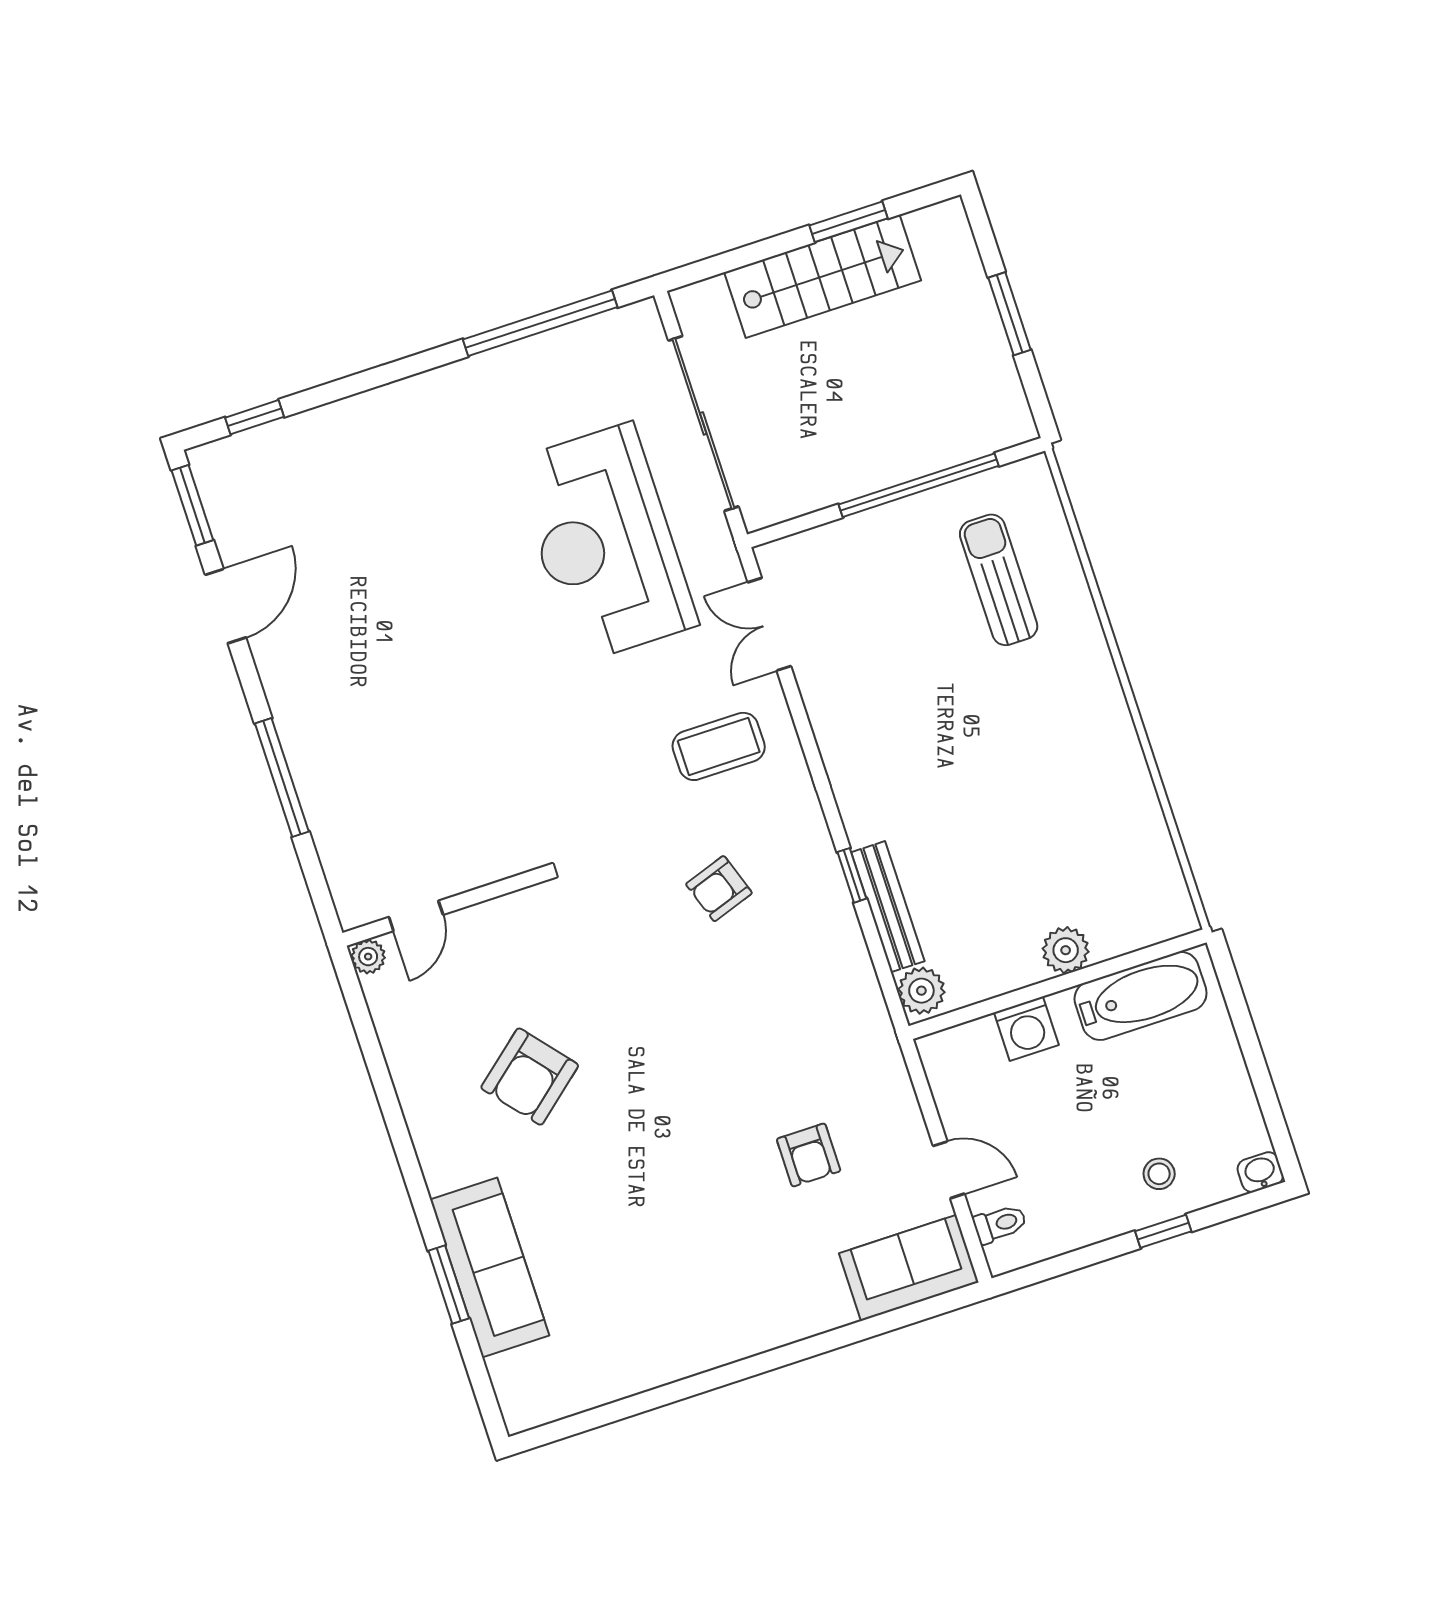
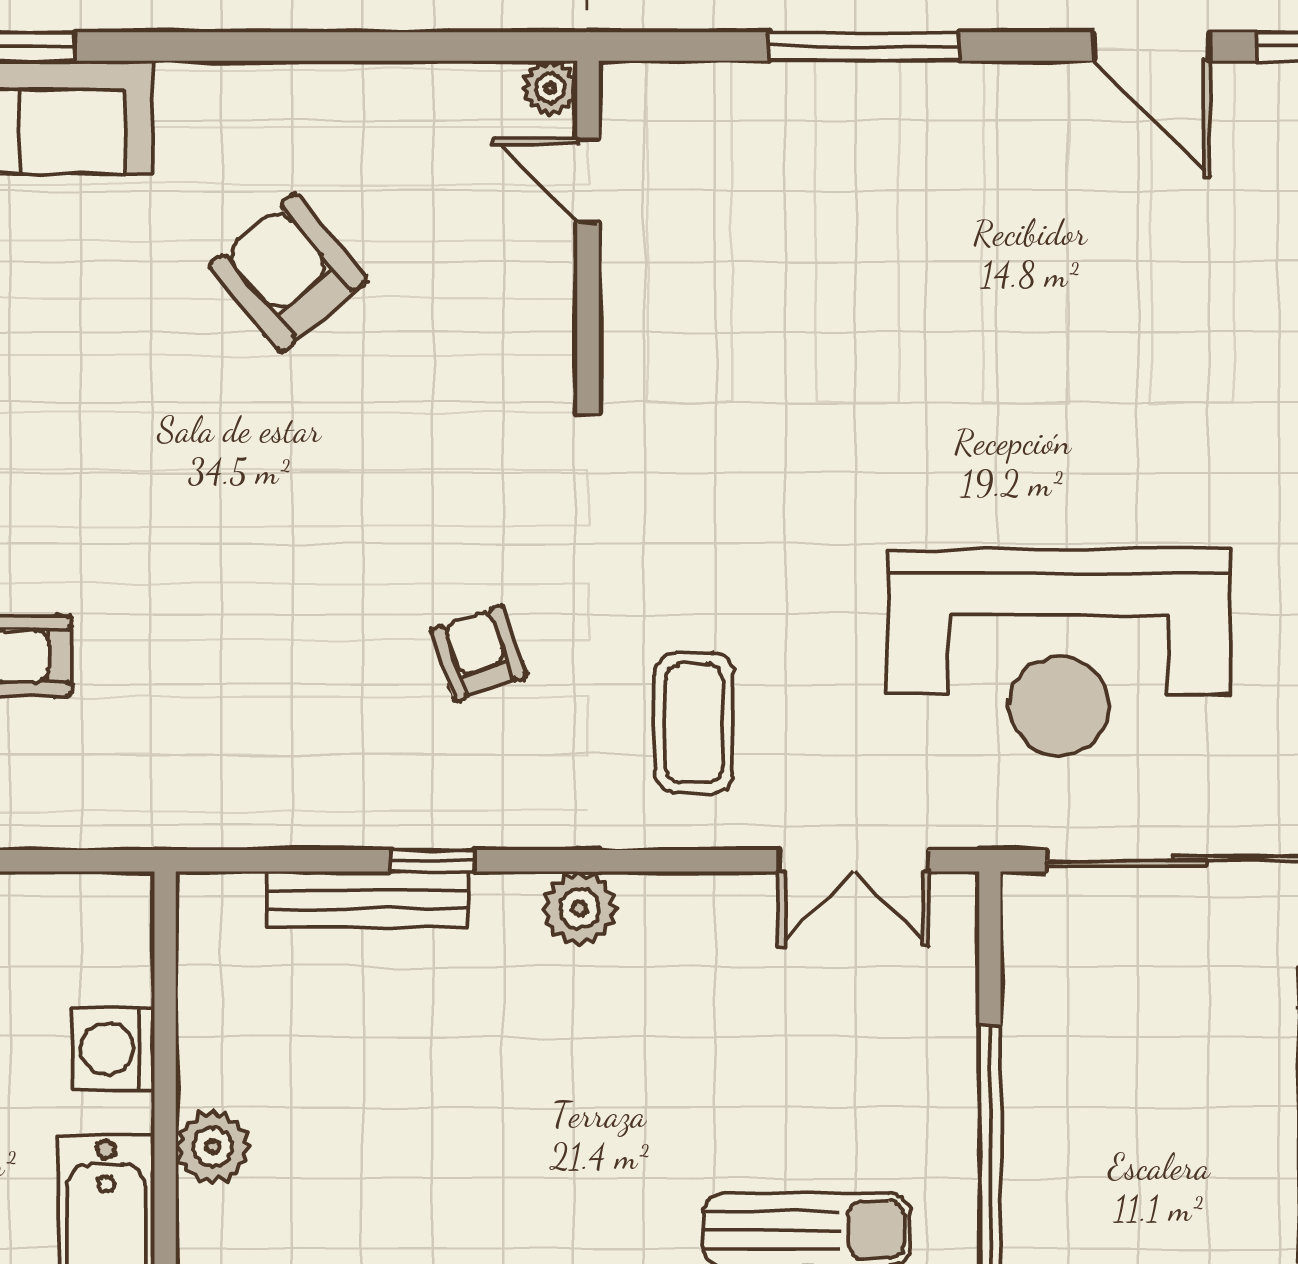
reception desk: (605, 543) -> (1059, 652), turned 180
double door: (769, 624) -> (854, 861), swing flipped
plant: (921, 991) -> (580, 909), moved

